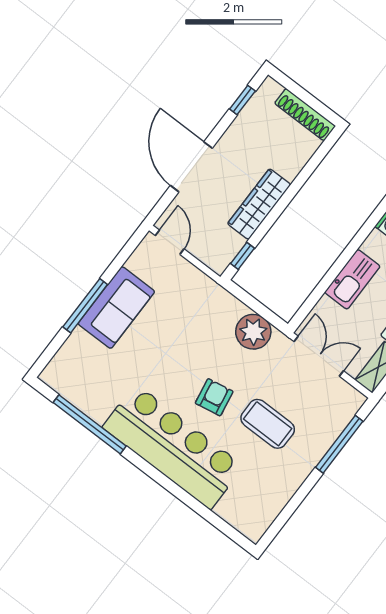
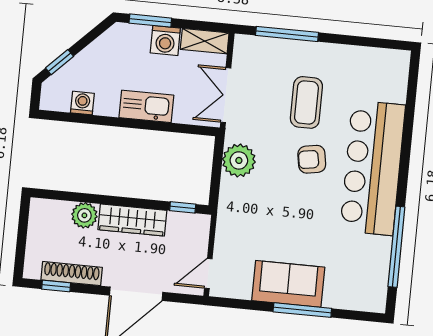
shoe rack: (305, 115) -> (72, 274), moved, turned -90
plant: (290, 164) -> (84, 215), added

